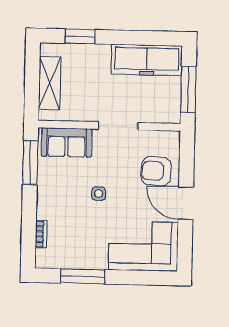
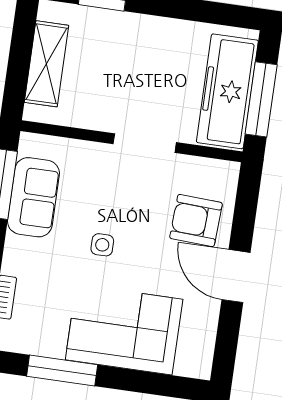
freezer: (147, 60) -> (227, 91), moved, turned 90
sofa: (67, 143) -> (33, 197), moved, turned -90
corner sofa: (143, 246) -> (124, 329), moved

